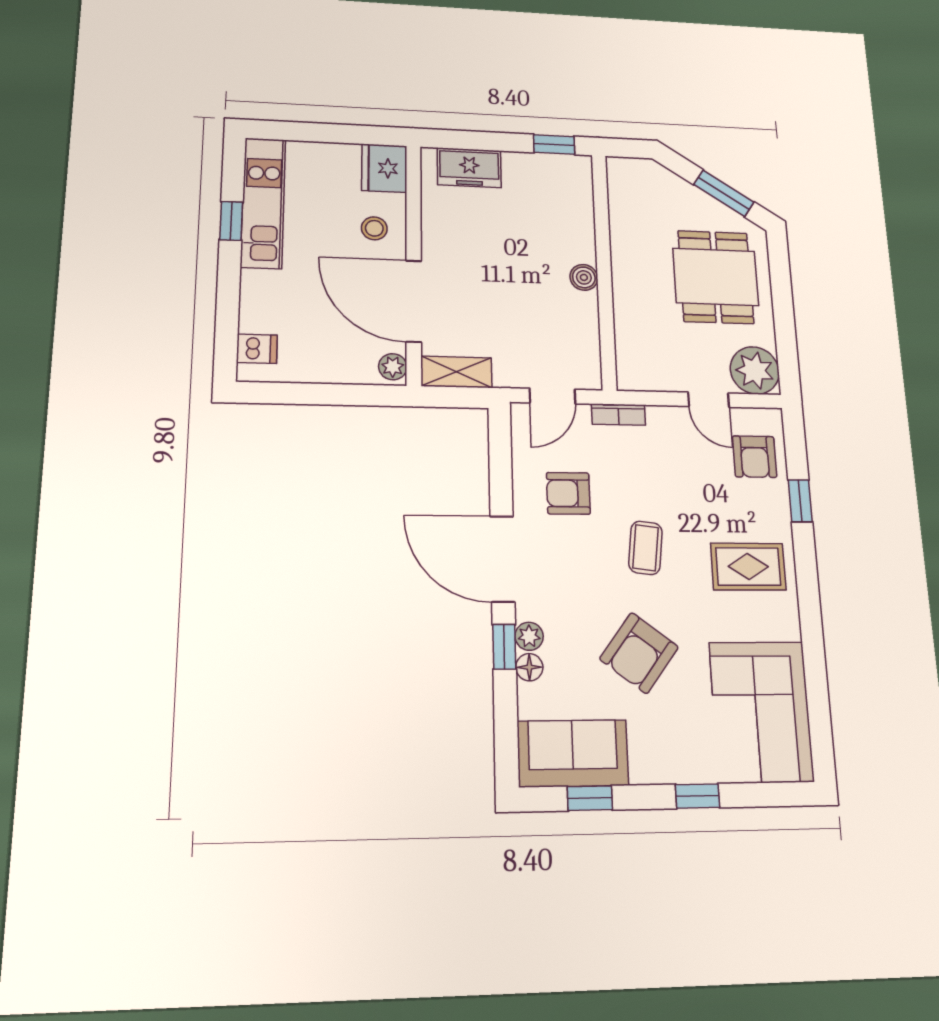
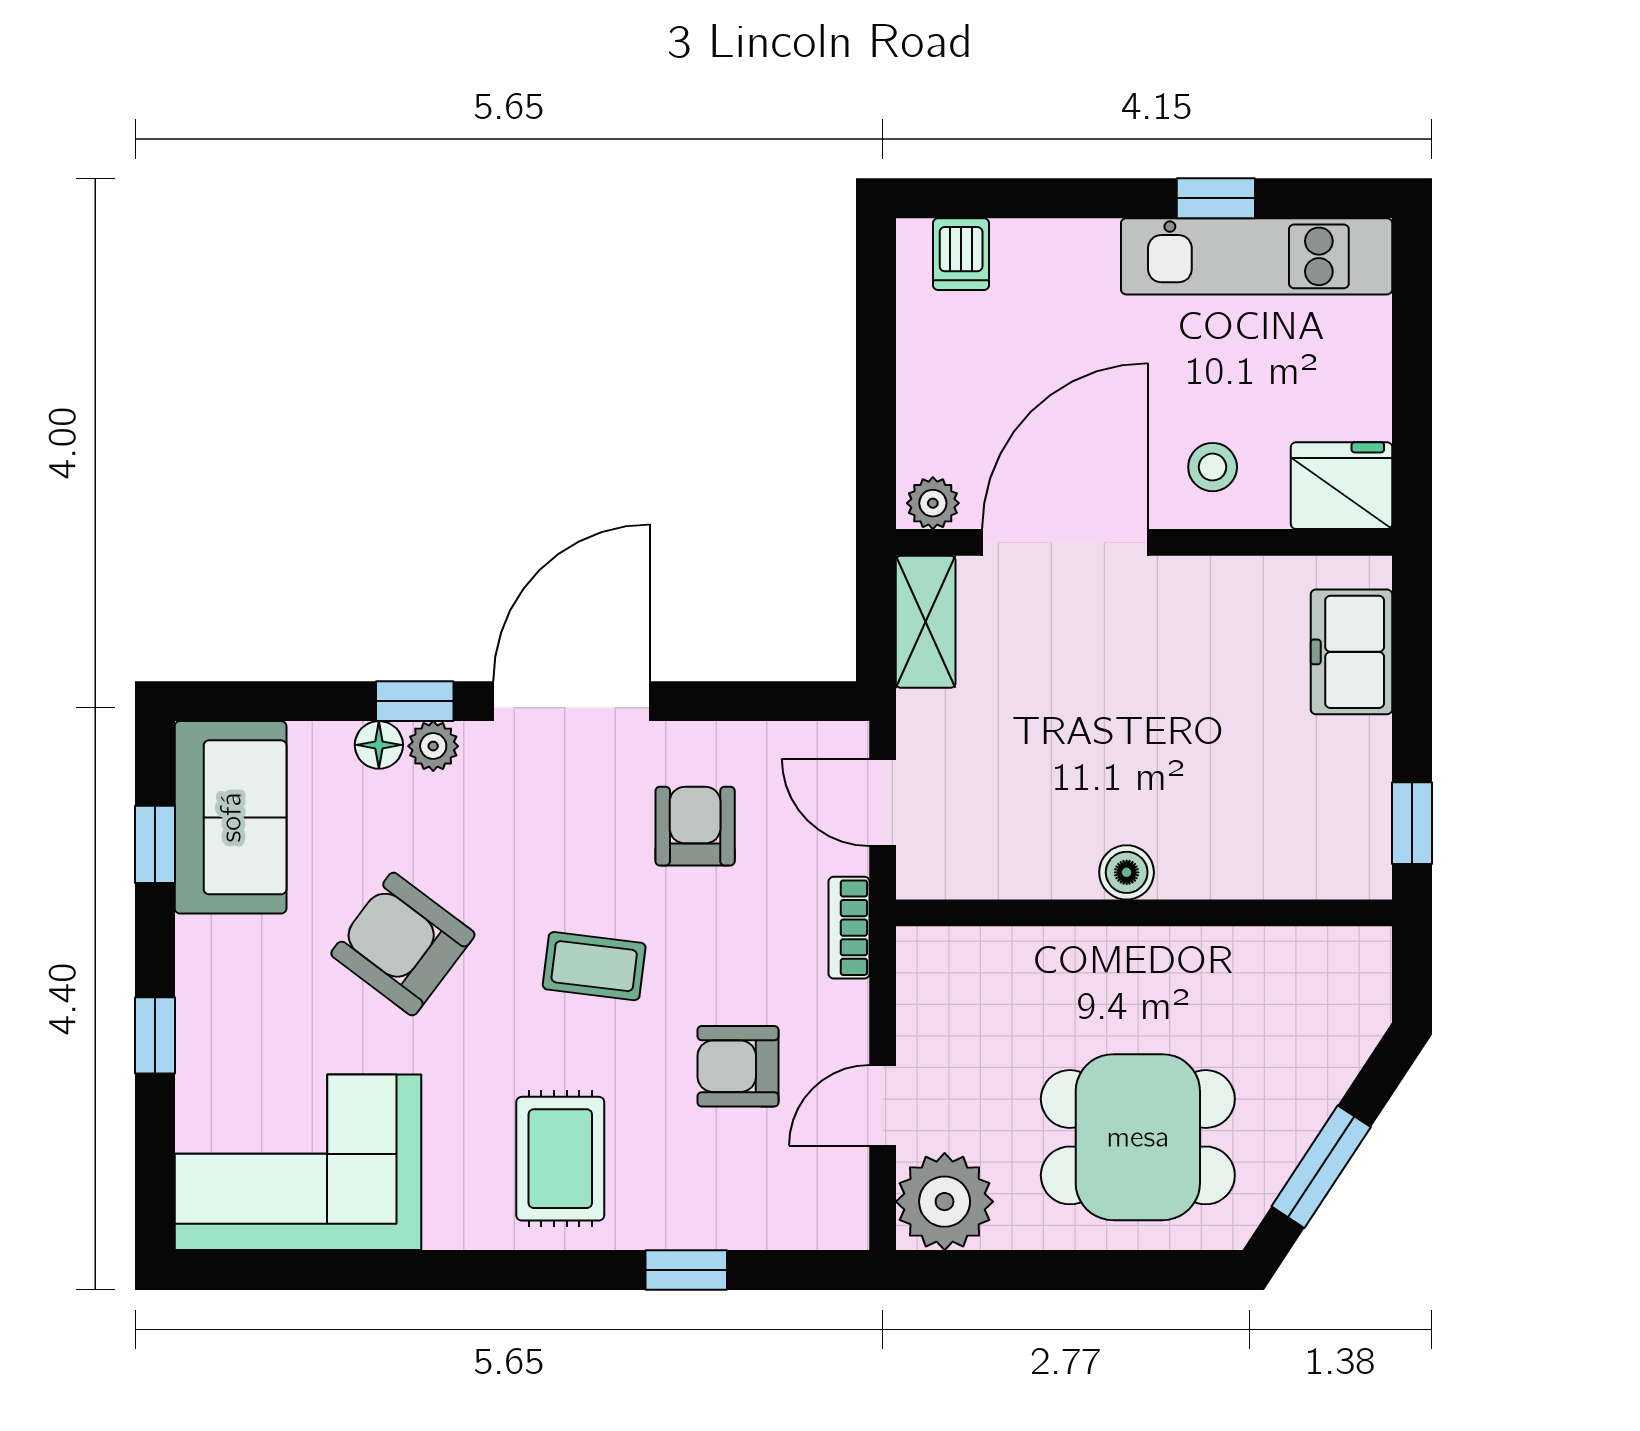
armchair: (755, 457) -> (738, 1066), moved

